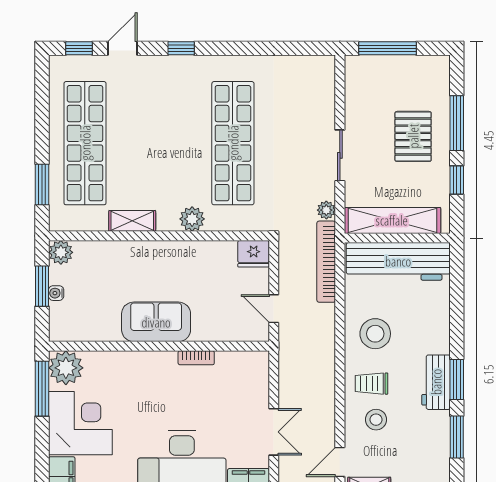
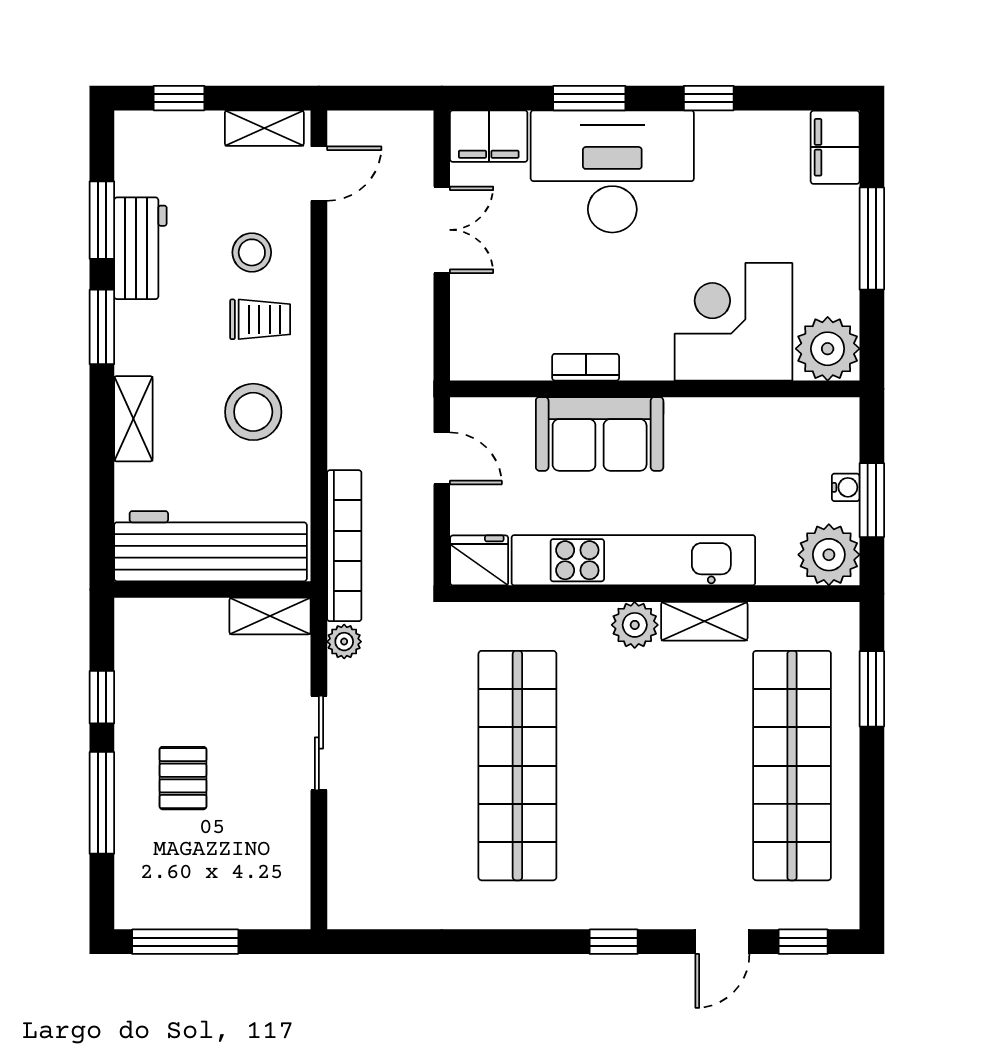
window: (387, 48) -> (185, 942), moved
pallet: (413, 136) -> (183, 778), width x0.67, depth x0.71
plant: (192, 219) -> (635, 625), moved
shelving: (392, 220) -> (270, 616), width x0.45, depth x0.75
plant: (61, 252) -> (829, 555), width x1.36, depth x1.36
kitchen unit: (170, 254) -> (633, 560), added
sofa: (156, 322) -> (600, 434), moved
shelving: (440, 330) -> (133, 419), added
workbench: (436, 382) -> (140, 248), moved
window: (42, 389) -> (872, 239), moved
corner desk: (80, 423) -> (734, 322), moved, turned 90
double door: (274, 432) -> (442, 230), swing flipped

